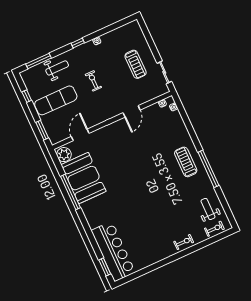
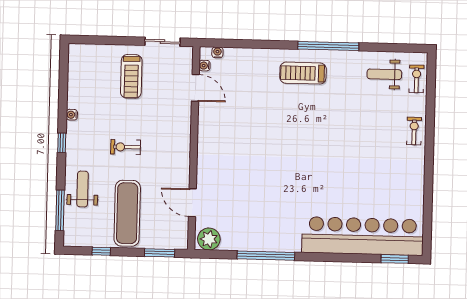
treadmill: (136, 64) -> (131, 76), turned 90
door: (132, 111) -> (195, 88), moved
booth: (84, 178) -> (255, 228), removed
bar counter: (113, 251) -> (363, 236), width x1.36

